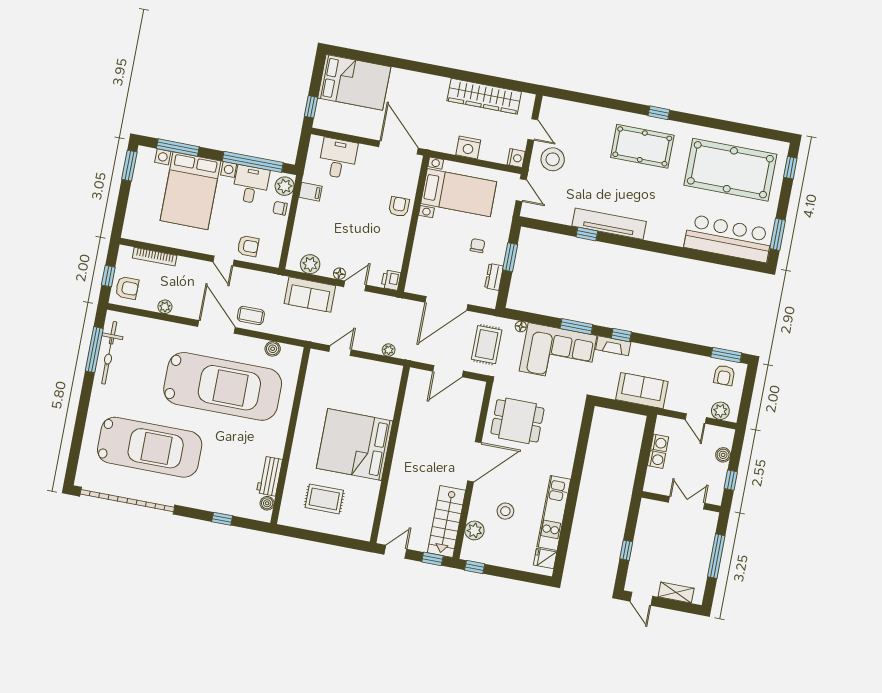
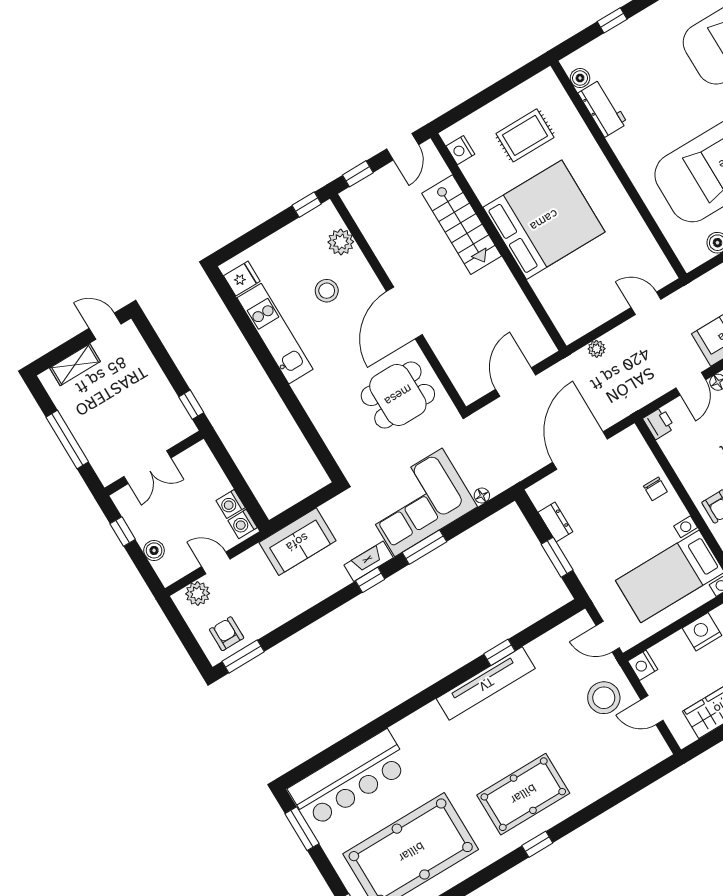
chair: (477, 246) -> (655, 489), moved
rug: (487, 345) -> (500, 445), removed
door: (340, 351) -> (646, 303), swing flipped
washing machine: (657, 459) -> (243, 524), moved
nightstand: (366, 522) -> (460, 150), added
stairs: (446, 522) -> (462, 225), moved, turned 180
window: (626, 550) -> (191, 405), moved

